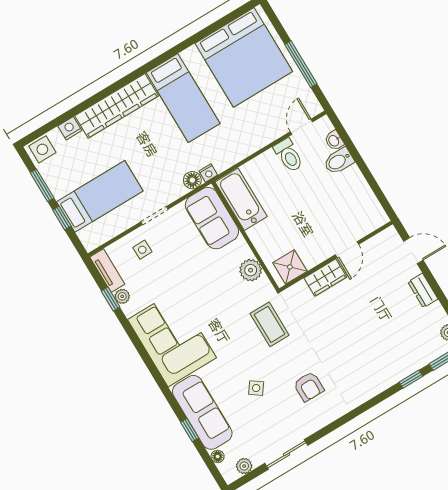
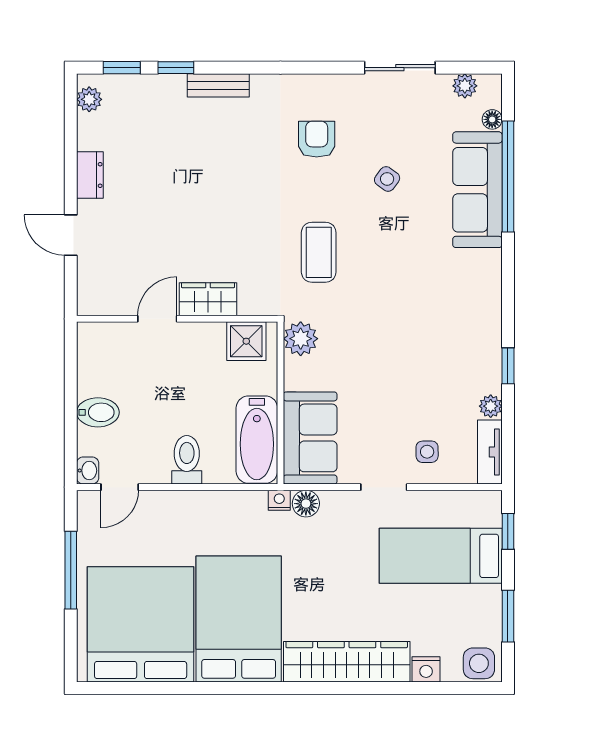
bed: (183, 98) -> (239, 619), width x1.50
washbasin: (334, 141) -> (88, 471), moved
toilet: (289, 155) -> (187, 460), moved
window: (62, 218) -> (508, 531), moved
door: (347, 250) -> (157, 319), moved
wall: (336, 256) -> (177, 319), moved
shower: (290, 267) -> (246, 341), moved
wardrobe: (325, 278) -> (208, 299), moved
window: (111, 299) -> (508, 366), moved
corner sofa: (172, 339) -> (459, 311), removed
bench: (382, 383) -> (218, 85), added
window: (190, 430) -> (508, 177), width x3.17

